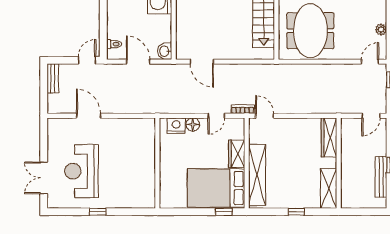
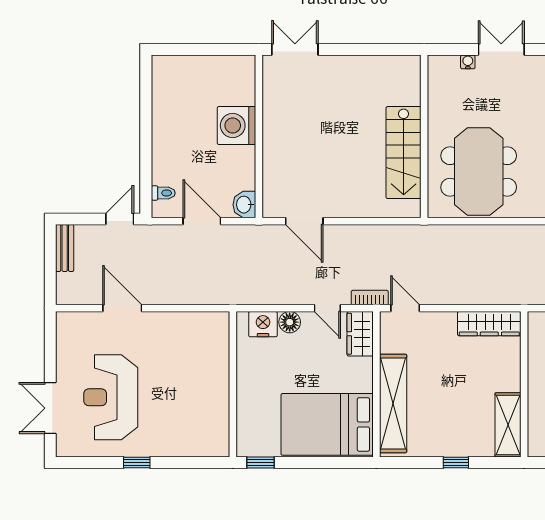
door: (216, 116) -> (327, 308), hinge flipped
wardrobe: (329, 137) -> (489, 324), moved, turned -90
wardrobe: (237, 154) -> (360, 334), moved
window: (224, 212) -> (261, 463), moved

